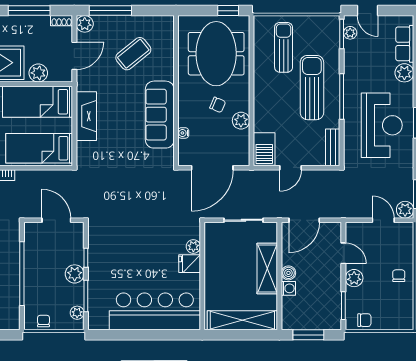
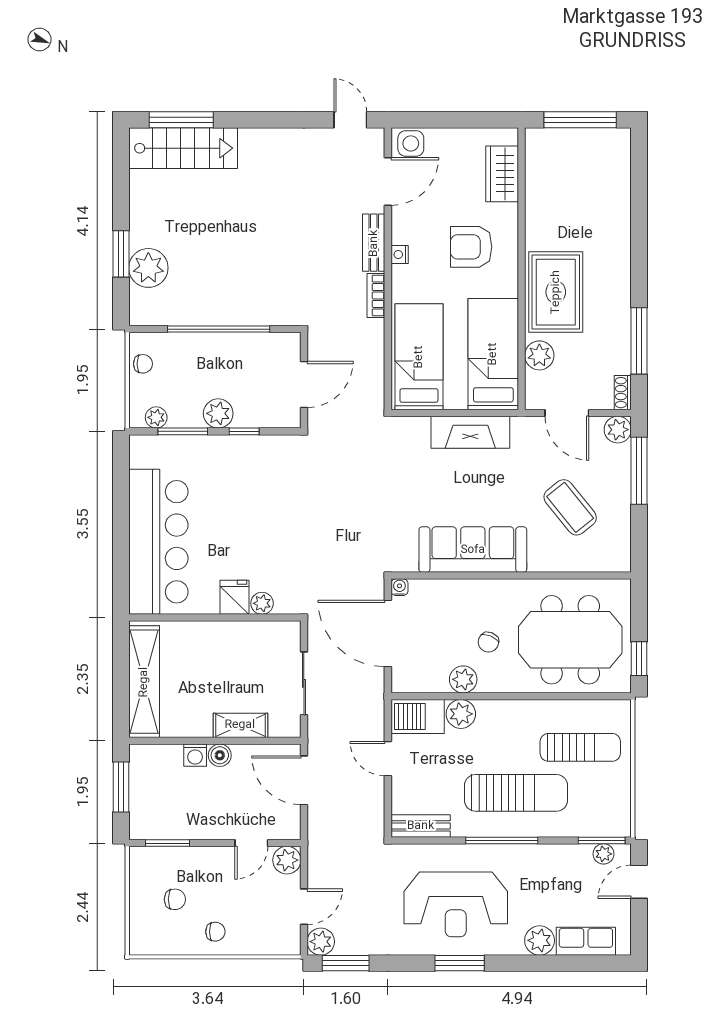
plant: (263, 122) -> (461, 714), added
water cooler: (183, 133) -> (399, 587), moved
shelving: (267, 268) -> (240, 725), width x0.67, depth x0.75
plant: (354, 278) -> (287, 860), moved
chair: (364, 320) -> (175, 899), moved, turned -90

